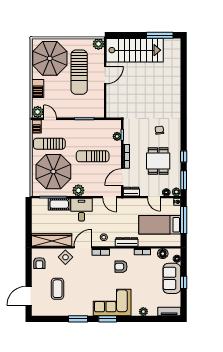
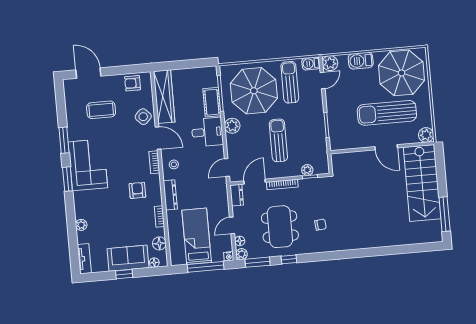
dining table: (158, 161) -> (280, 227), width x1.38
door: (122, 177) -> (255, 182), hinge flipped
corner sofa: (112, 303) -> (88, 165), moved

